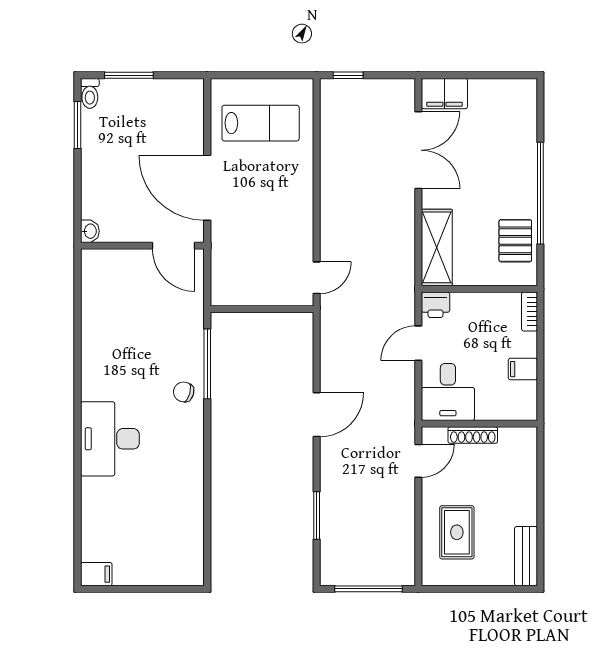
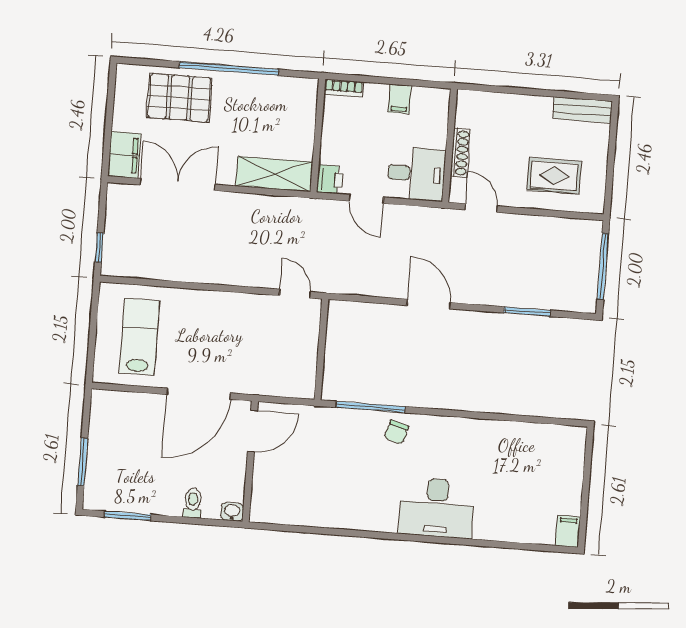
toilet: (90, 93) -> (193, 503), moved, turned -90
pallet: (515, 241) -> (179, 98), moved, width x1.50, depth x1.42

